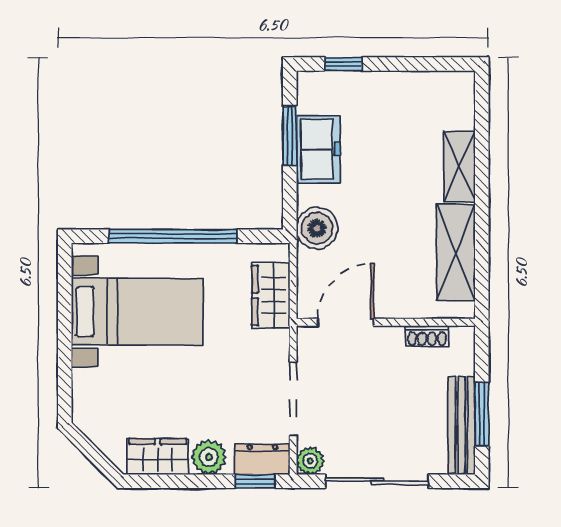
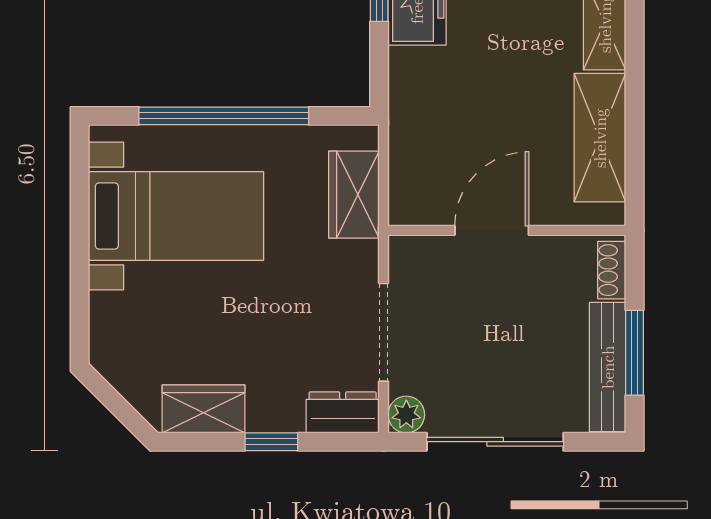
boiler: (317, 228) -> (415, 105), removed
door: (346, 322) -> (492, 230), moved
shoe rack: (427, 336) -> (612, 270), moved, turned 90
plant: (209, 457) -> (272, 410), removed
window: (255, 481) -> (271, 442), moved

